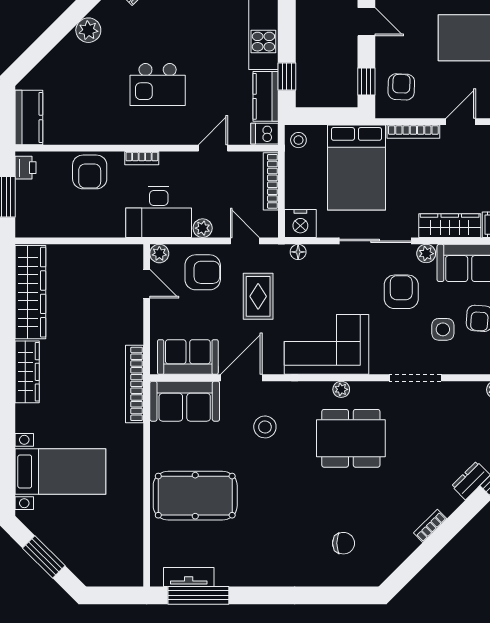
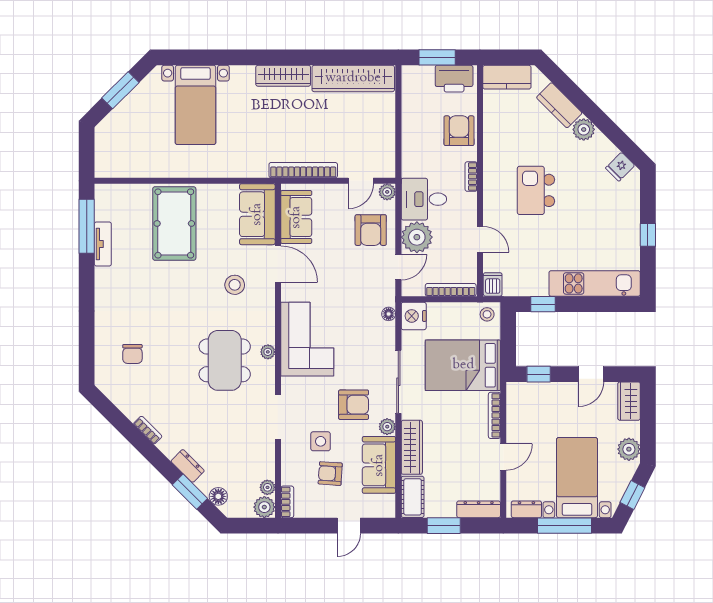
armchair: (401, 87) -> (534, 405), removed
kitchen counter: (266, 96) -> (559, 105), moved, turned -135
door: (461, 122) -> (503, 457), hinge flipped
printer: (26, 168) -> (454, 79), width x1.87, depth x1.48
armchair: (90, 172) -> (459, 131), turned 90
desk: (159, 212) -> (424, 199), width x0.73
plant: (203, 228) -> (417, 237), width x1.88, depth x1.88
rug: (258, 296) -> (350, 279), removed
bookcase: (134, 384) -> (303, 170), moved
tv unit: (189, 577) -> (103, 244), moved

